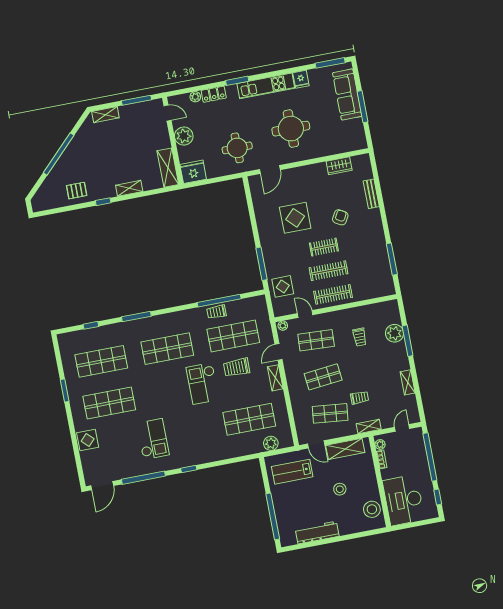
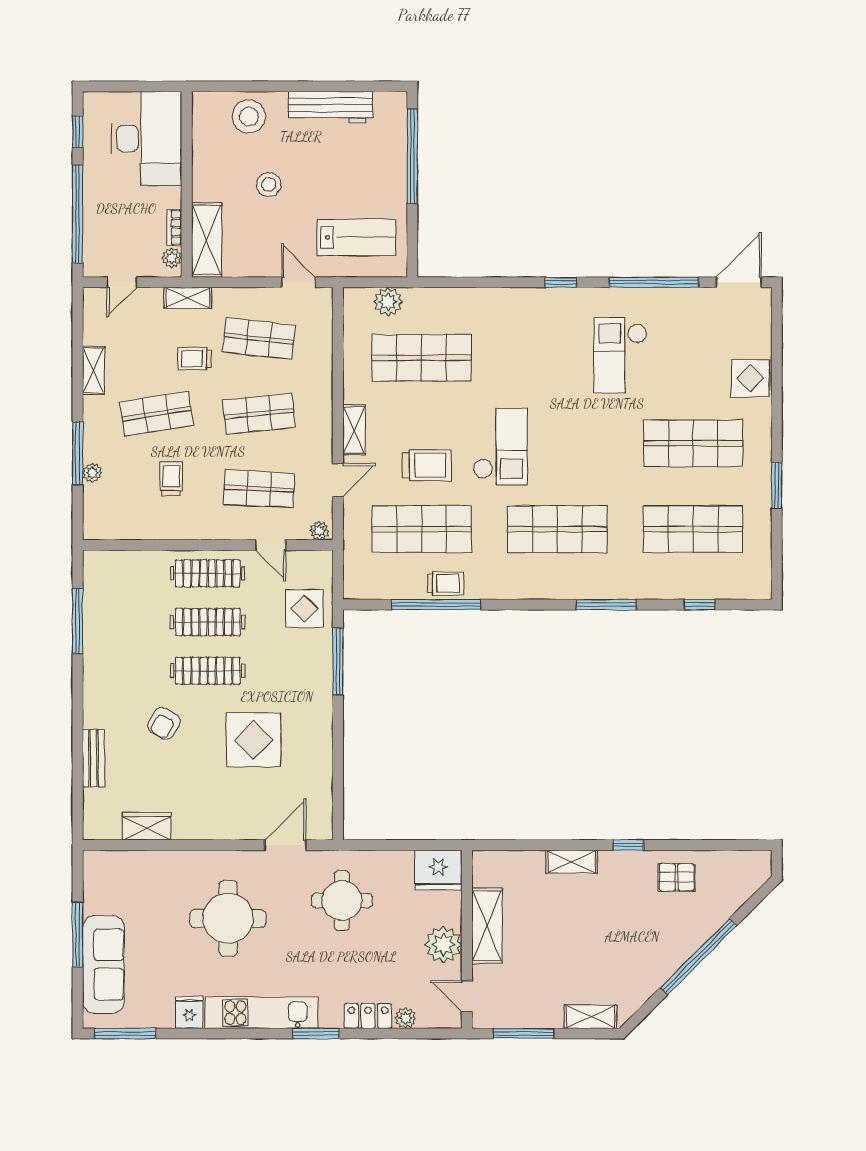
shelving: (168, 168) -> (487, 926), moved
clothes rail: (324, 247) -> (208, 671), width x1.36
plant: (395, 333) -> (92, 473), width x0.53, depth x0.53
shop shelf: (373, 367) -> (157, 414), added
shelving: (345, 449) -> (207, 240), moved, turned 90
stool: (372, 509) -> (249, 116), moved

